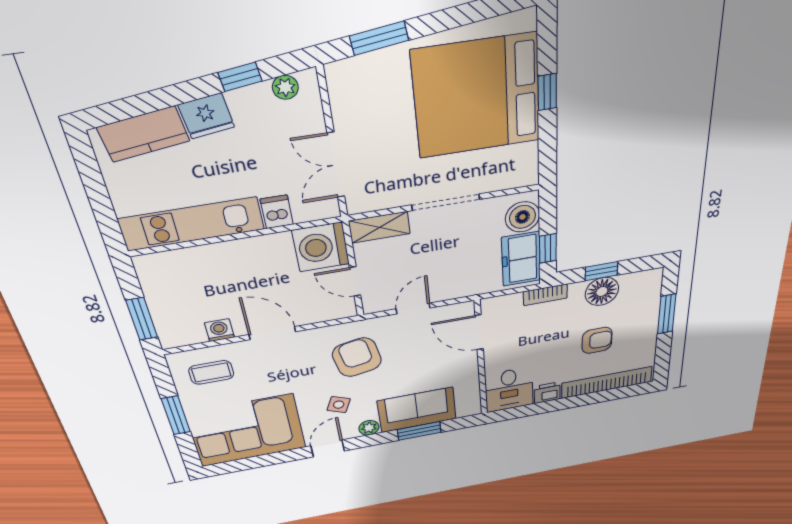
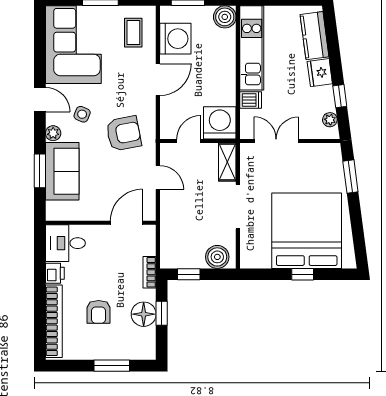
freezer: (521, 259) -> (184, 255), removed
boiler: (153, 268) -> (225, 17), added
washing machine: (219, 330) -> (175, 39), width x1.89, depth x1.89

